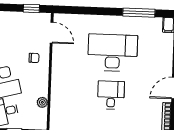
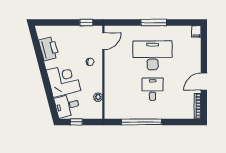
window: (139, 13) -> (154, 23), moved
door: (52, 33) -> (103, 41), hinge flipped

